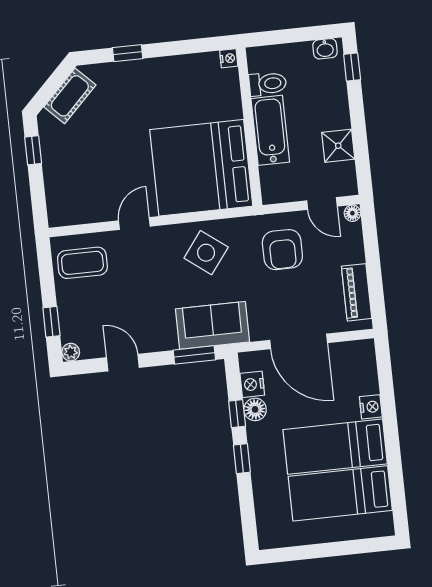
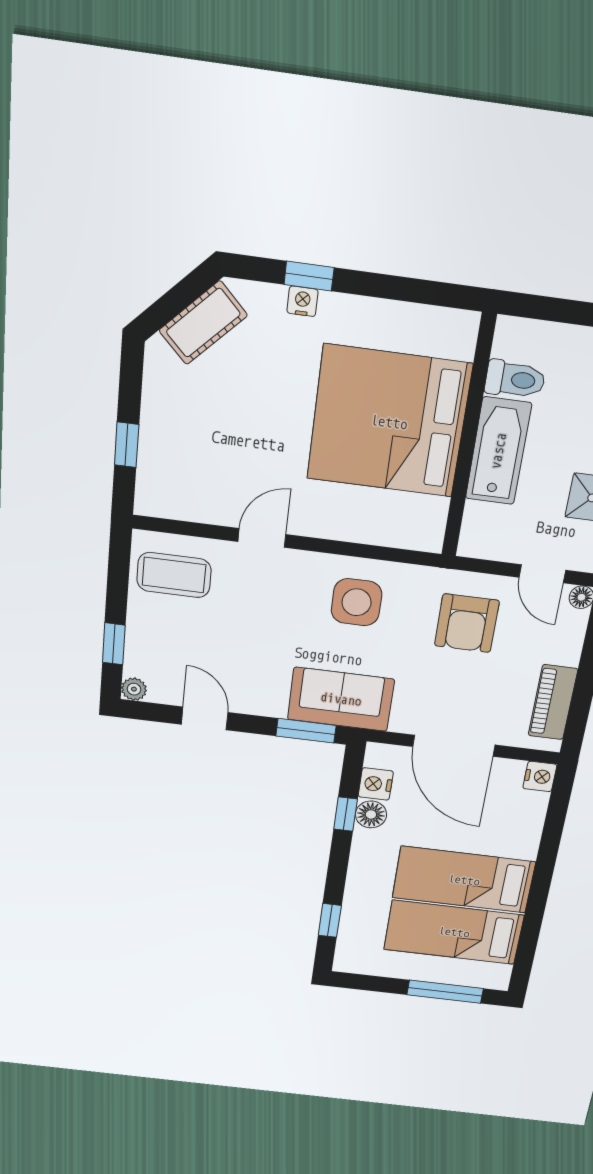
nightstand: (229, 58) -> (302, 301), moved, turned -90
window: (33, 150) -> (127, 445), moved
bed: (201, 168) -> (389, 422), moved
side table: (206, 253) -> (357, 602), turned -37
nightstand: (371, 407) -> (540, 777), moved
window: (242, 459) -> (330, 920), moved
window: (348, 548) -> (445, 992), added

